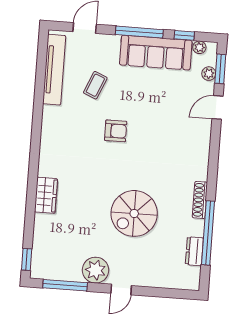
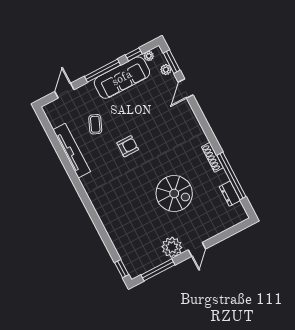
tv unit: (54, 70) -> (72, 151), moved
wardrobe: (46, 195) -> (108, 218), removed
spiral stairs: (134, 213) -> (174, 193), turned -90

